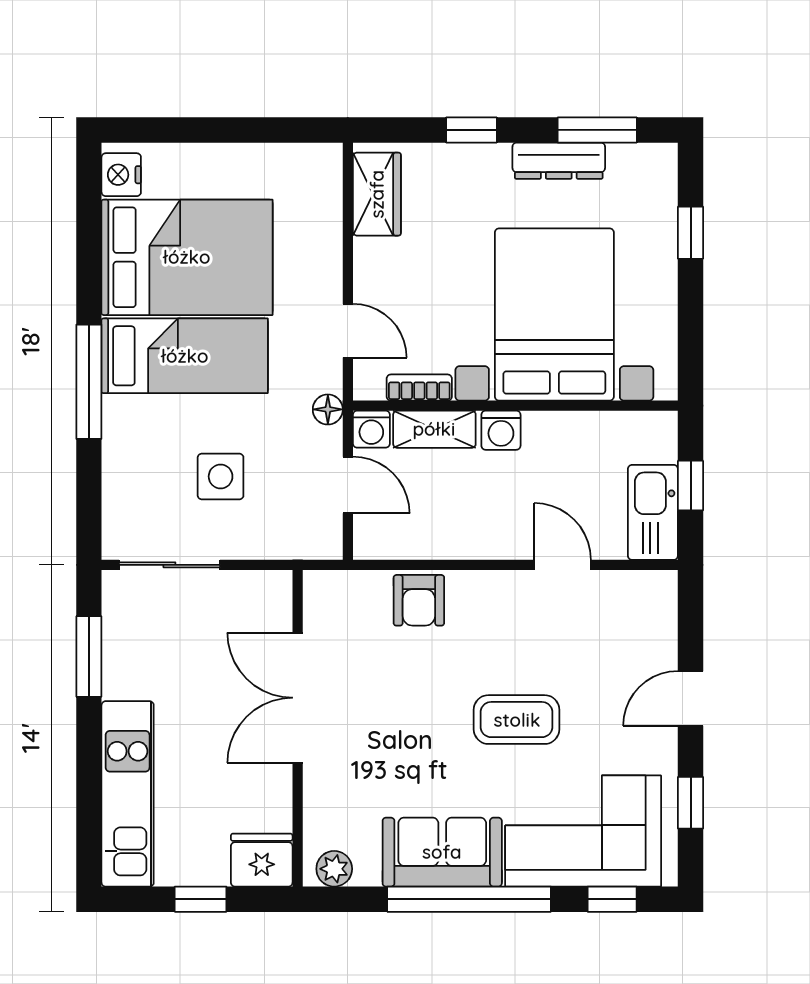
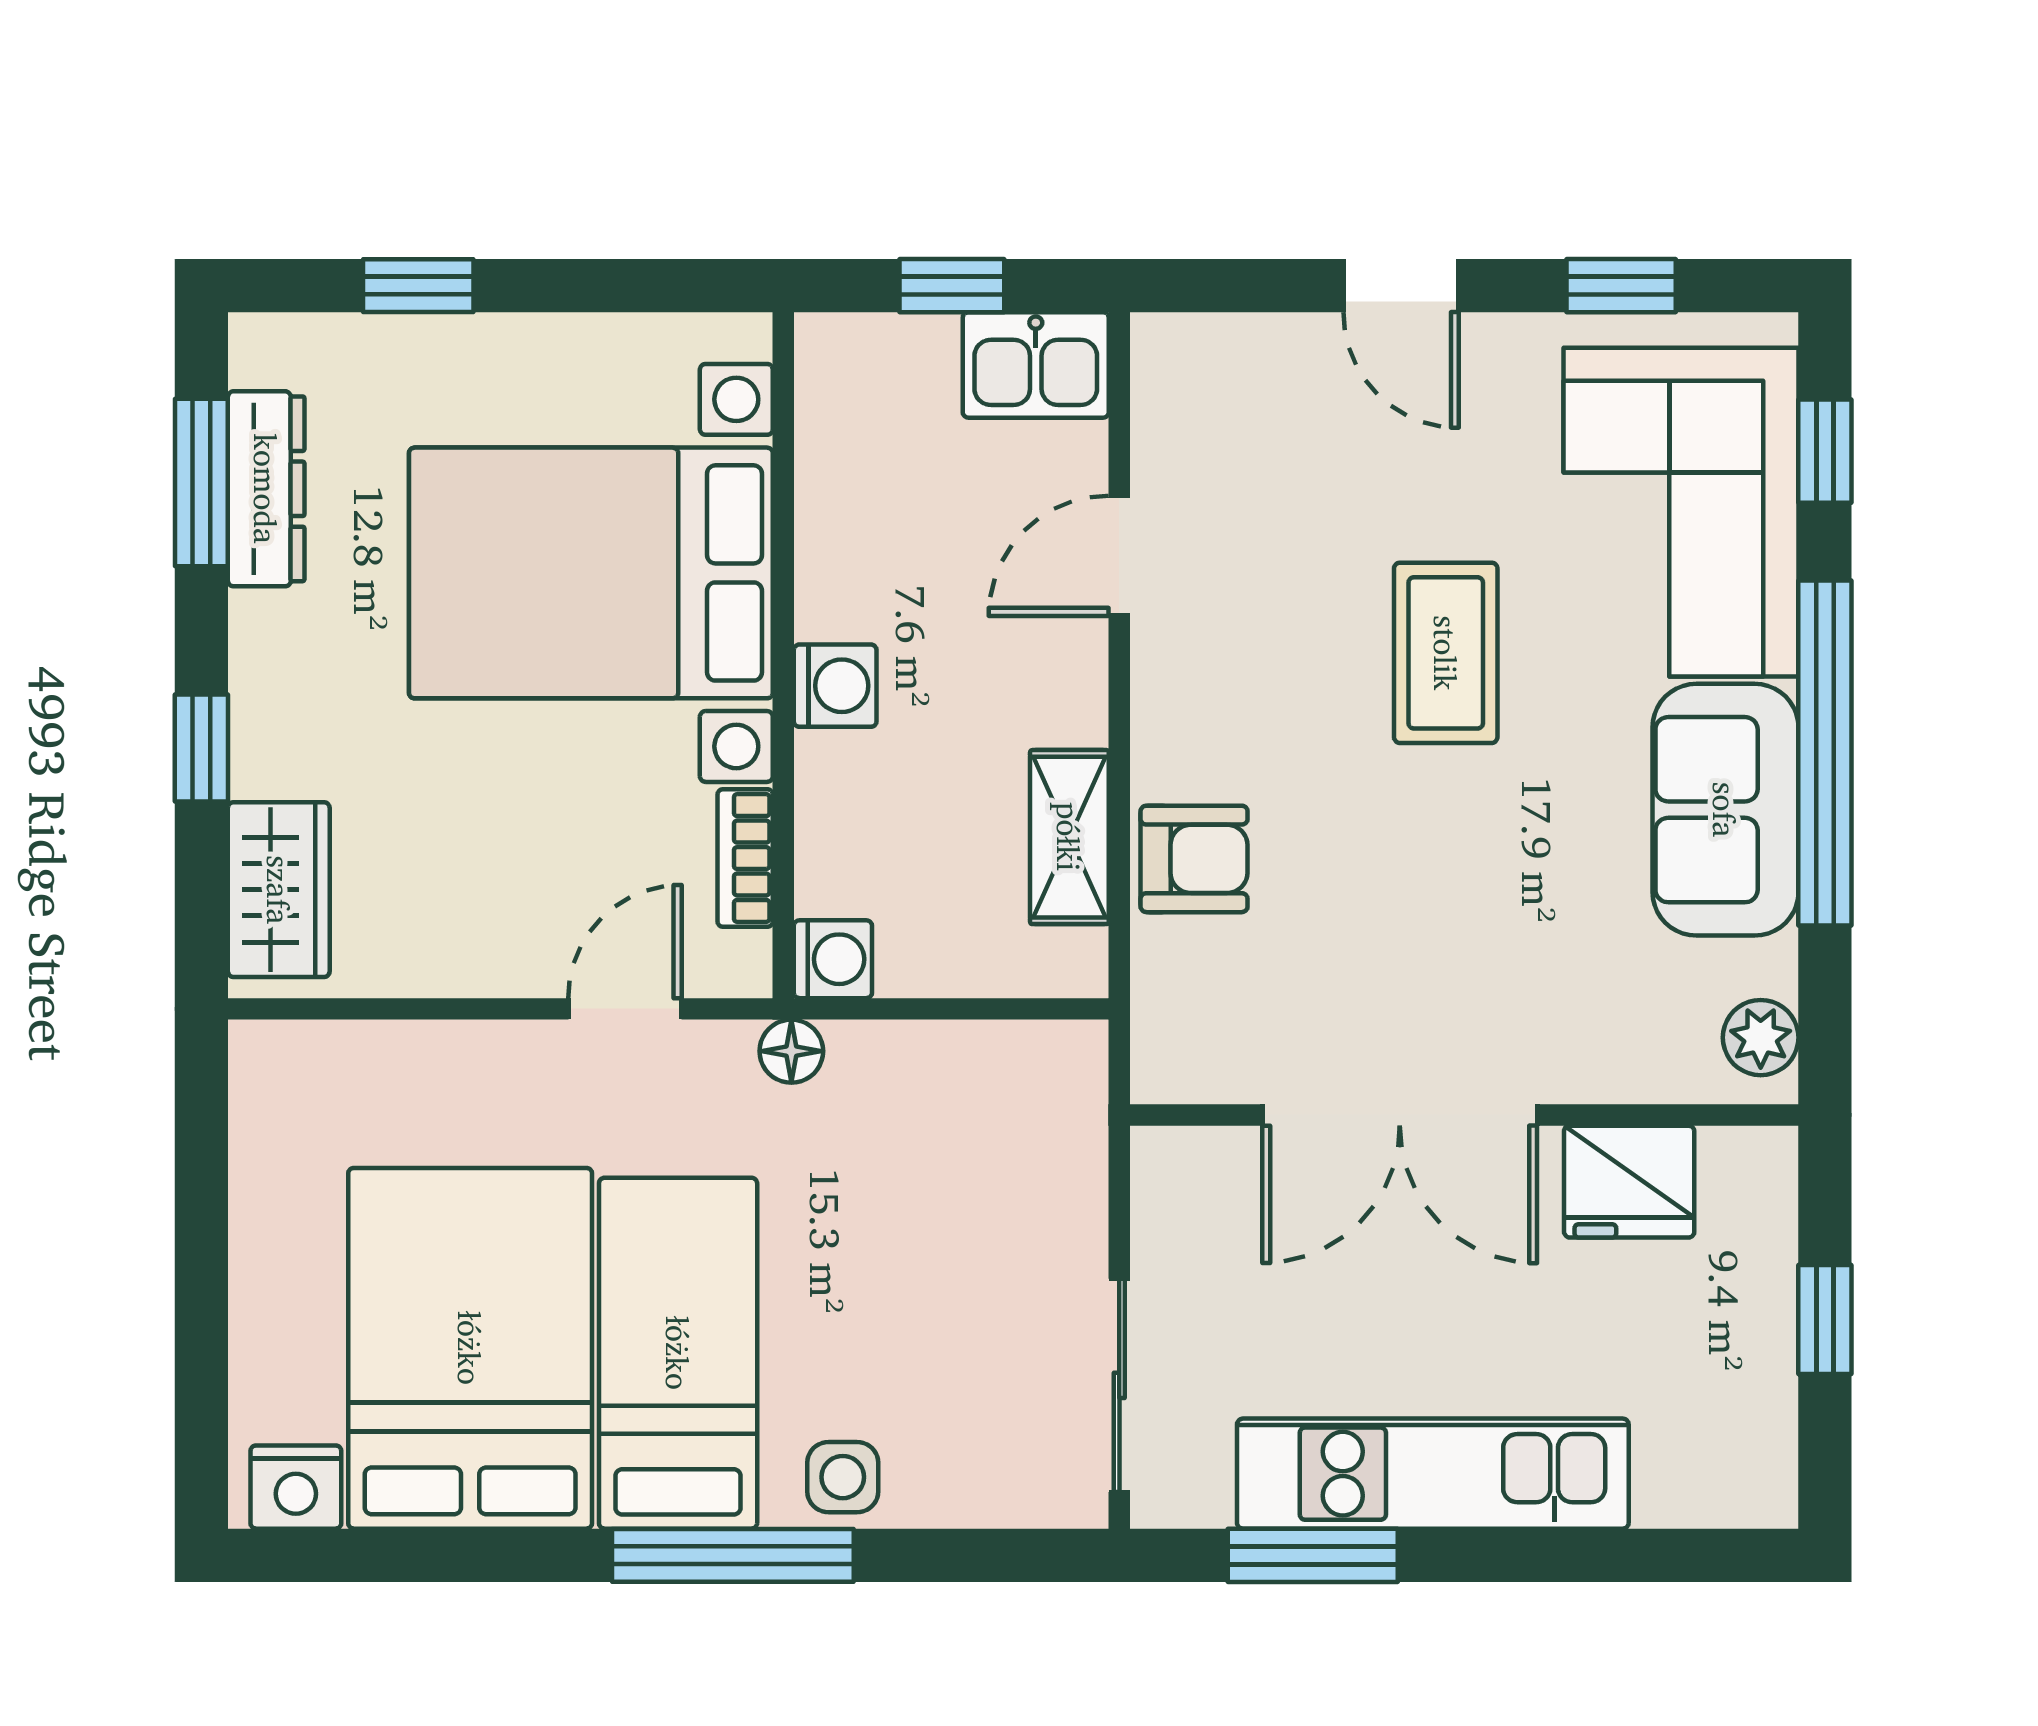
dresser: (559, 161) -> (266, 489), moved
wardrobe: (377, 194) -> (279, 890), moved, turned 90
shelving: (434, 429) -> (1069, 837), moved
side table: (221, 476) -> (843, 1477), moved, width x0.73, depth x0.73
door: (348, 485) -> (951, 1009), removed
kitchen sink: (653, 512) -> (1036, 365), width x0.73
kitchen unit: (128, 794) -> (1433, 1474), moved
fridge: (262, 860) -> (1629, 1182), moved, turned -90

